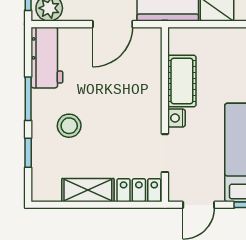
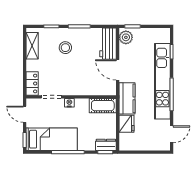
workbench: (47, 58) -> (108, 44), moved, turned 90
cot: (182, 81) -> (103, 106), moved
shelving: (88, 190) -> (32, 46), moved

